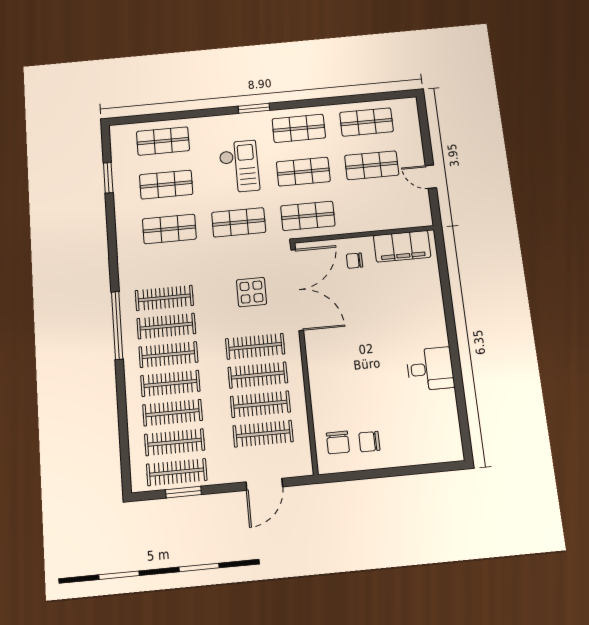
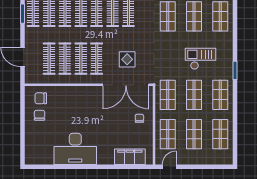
checkout: (239, 167) -> (201, 59), turned 180
door: (431, 177) -> (169, 167), moved
shop shelf: (239, 222) -> (168, 134), moved
filing cabinet: (402, 246) -> (130, 157), moved, turned 90
desk: (430, 369) -> (75, 149), width x1.87, depth x1.30

